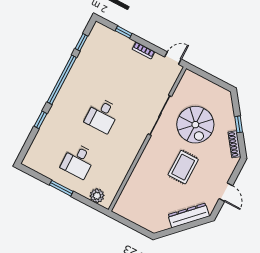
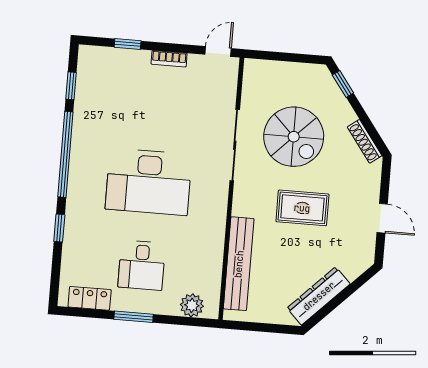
desk: (102, 115) -> (148, 182), width x1.87, depth x1.30
window: (239, 124) -> (343, 84), moved
locker: (41, 167) -> (90, 298), added
rug: (183, 167) -> (302, 208), turned 90
bench: (134, 183) -> (239, 264), added
dresser: (189, 215) -> (319, 296), moved

